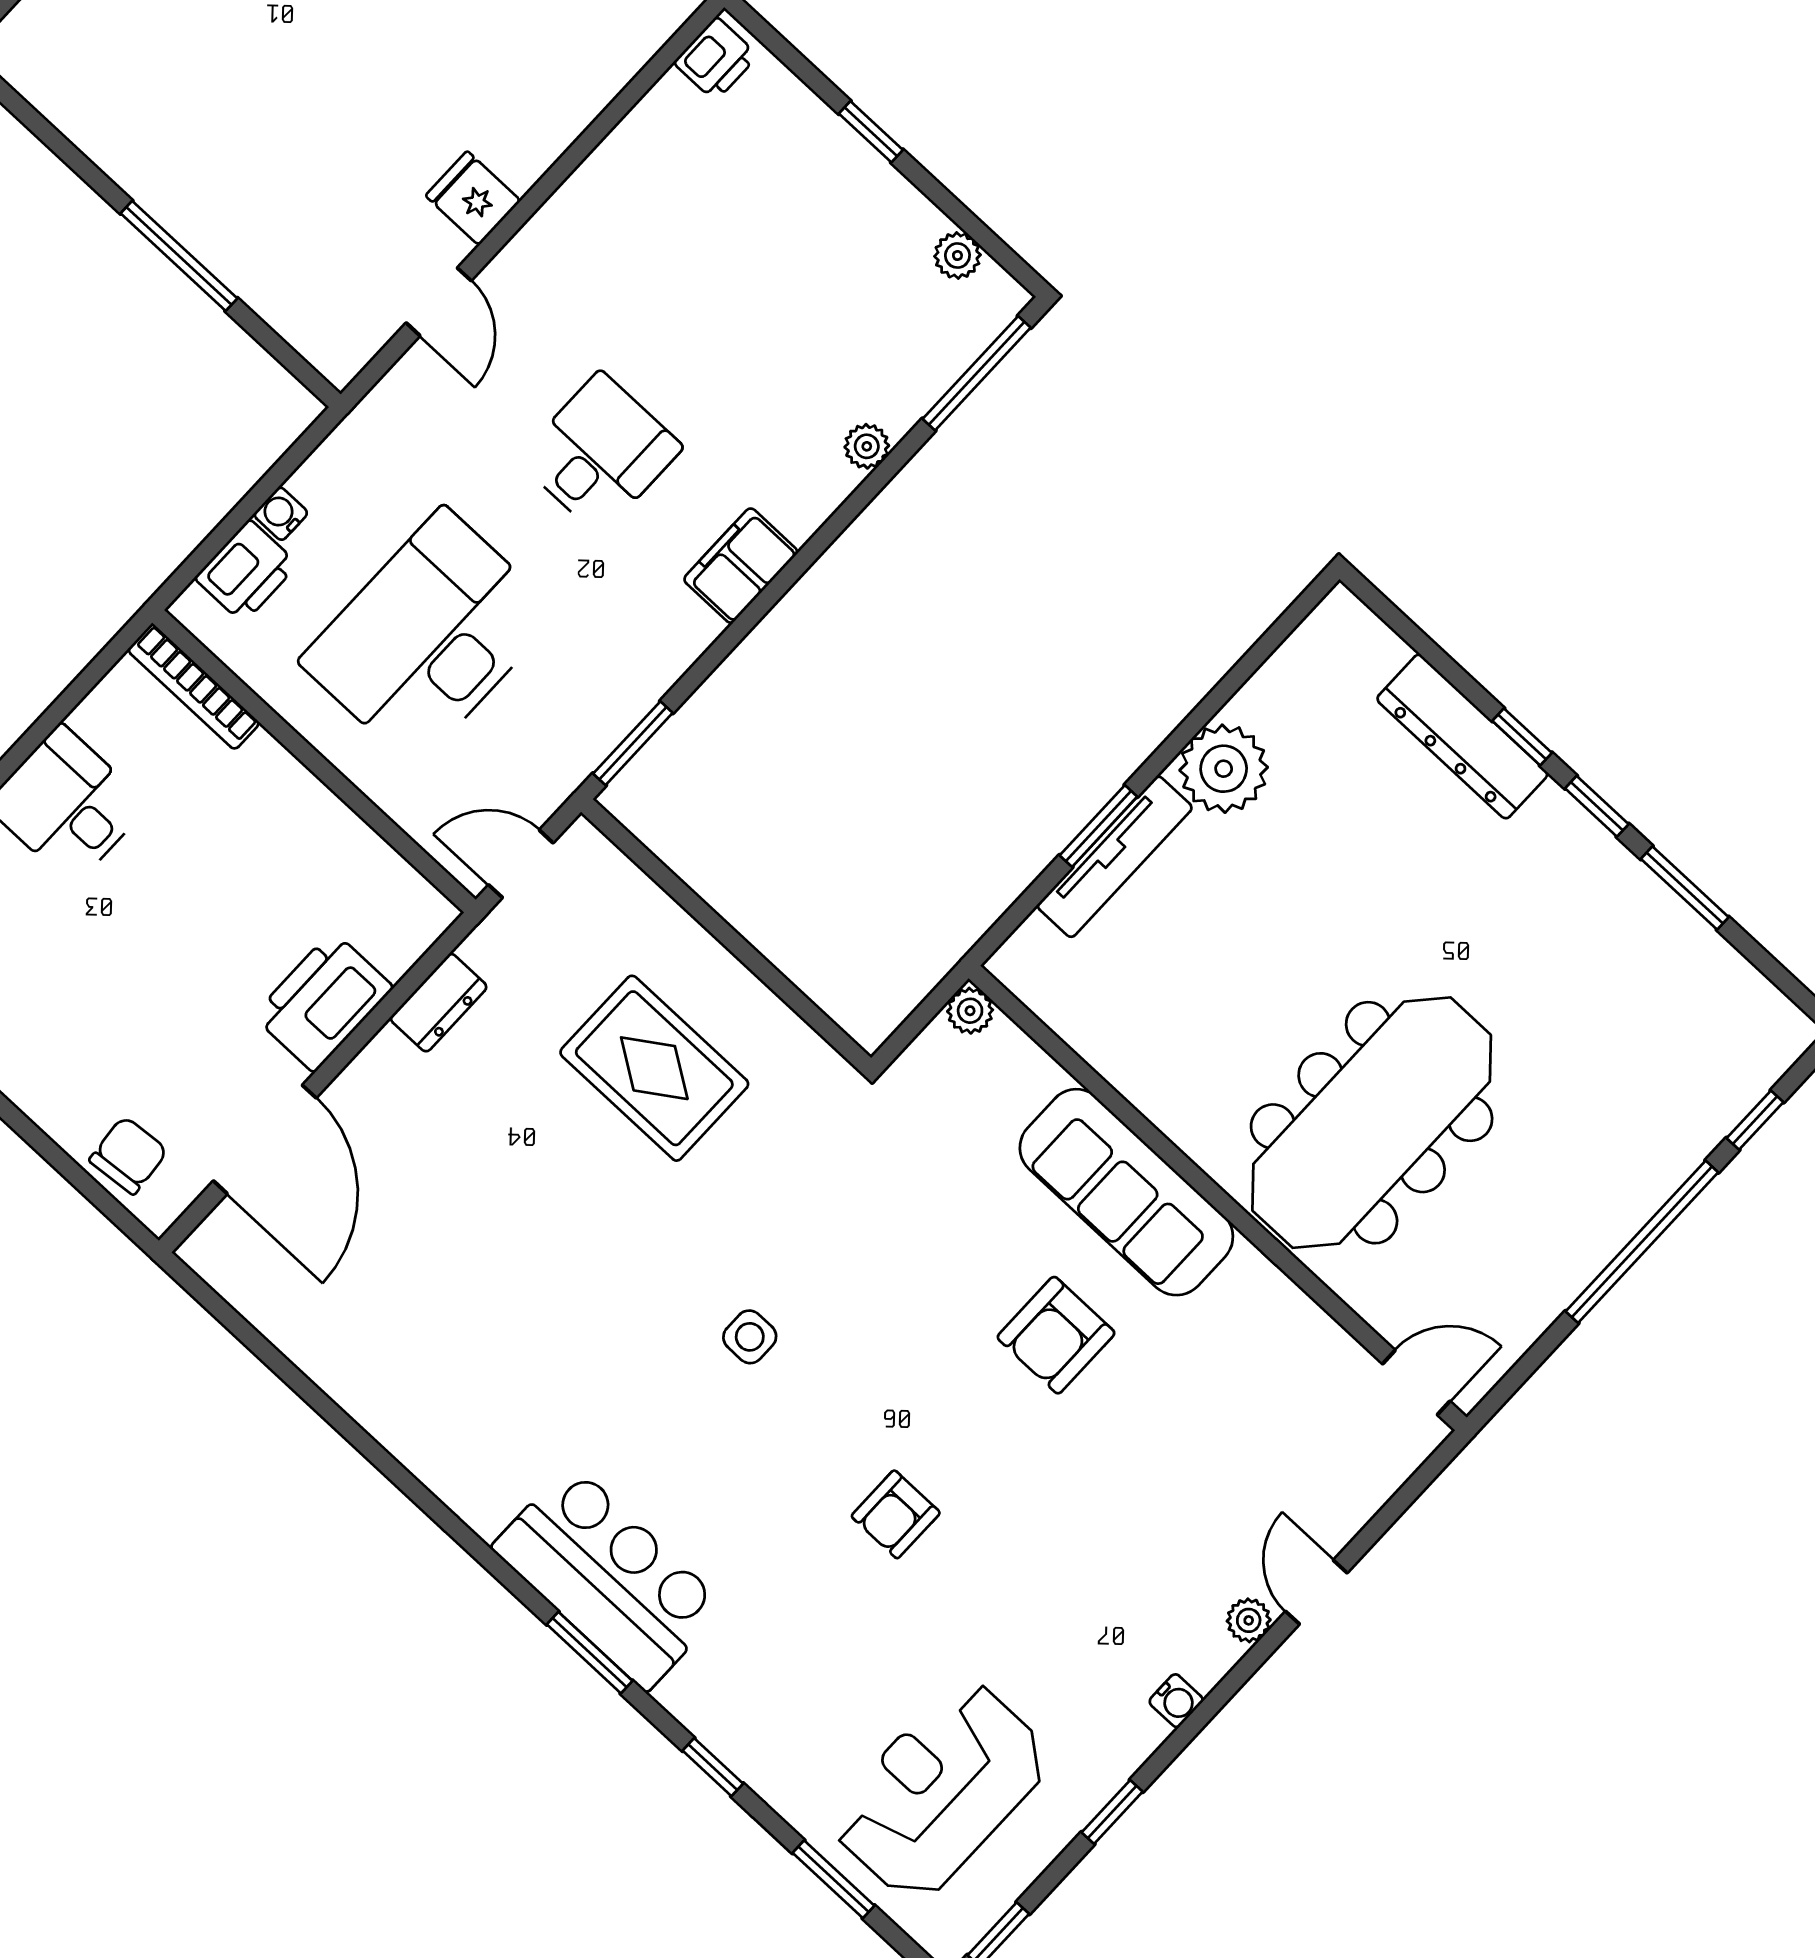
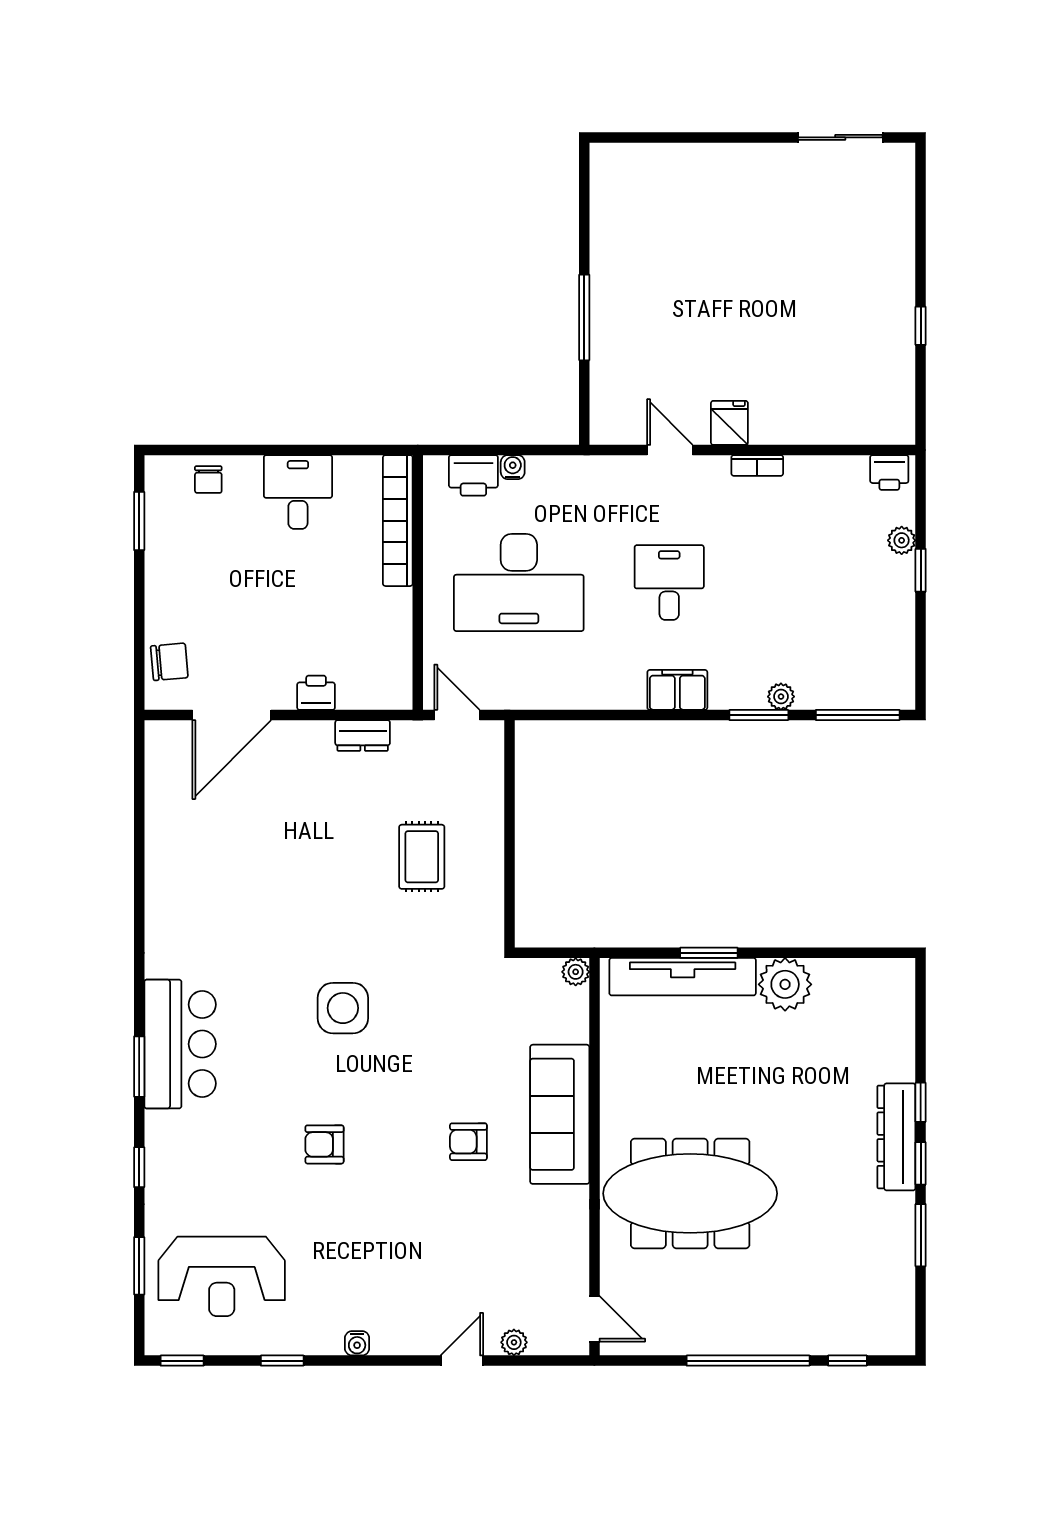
bookcase: (557, 212) -> (757, 465), added
plant: (957, 256) -> (902, 540), moved
door: (439, 302) -> (670, 450), swing flipped
desk: (600, 453) -> (669, 582), turned -90
desk: (429, 637) -> (519, 582), turned 180
bookcase: (194, 687) -> (398, 521), width x1.48, depth x1.31
dresser: (1462, 736) -> (896, 1137), moved
window: (633, 743) -> (759, 715), moved
tv unit: (1115, 857) -> (683, 977), width x1.36, depth x1.29
printer: (323, 1002) -> (316, 693), width x0.53, depth x0.68
rug: (654, 1068) -> (422, 857), width x0.73, depth x0.70
armchair: (1056, 1335) -> (468, 1142), width x0.72, depth x0.72
side table: (750, 1337) -> (343, 1008), width x1.87, depth x1.87
plant: (1249, 1620) -> (514, 1342), moved
reception desk: (940, 1790) -> (222, 1276), turned 180

